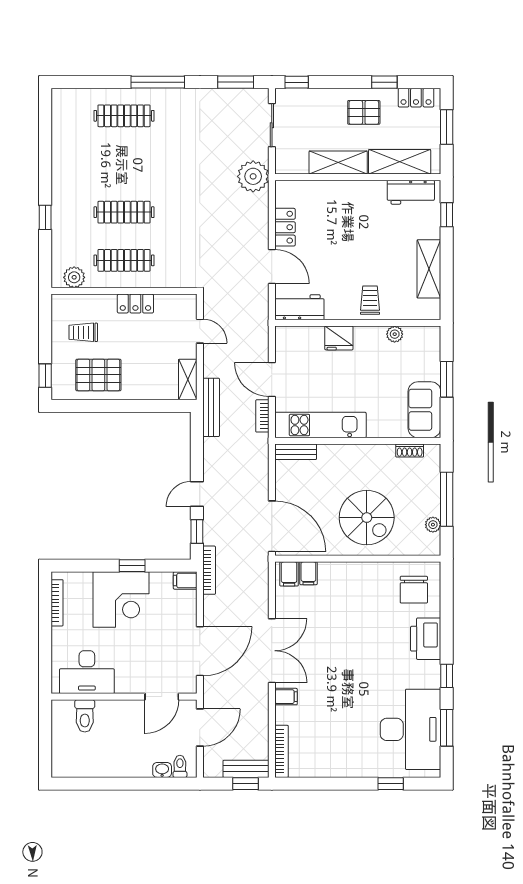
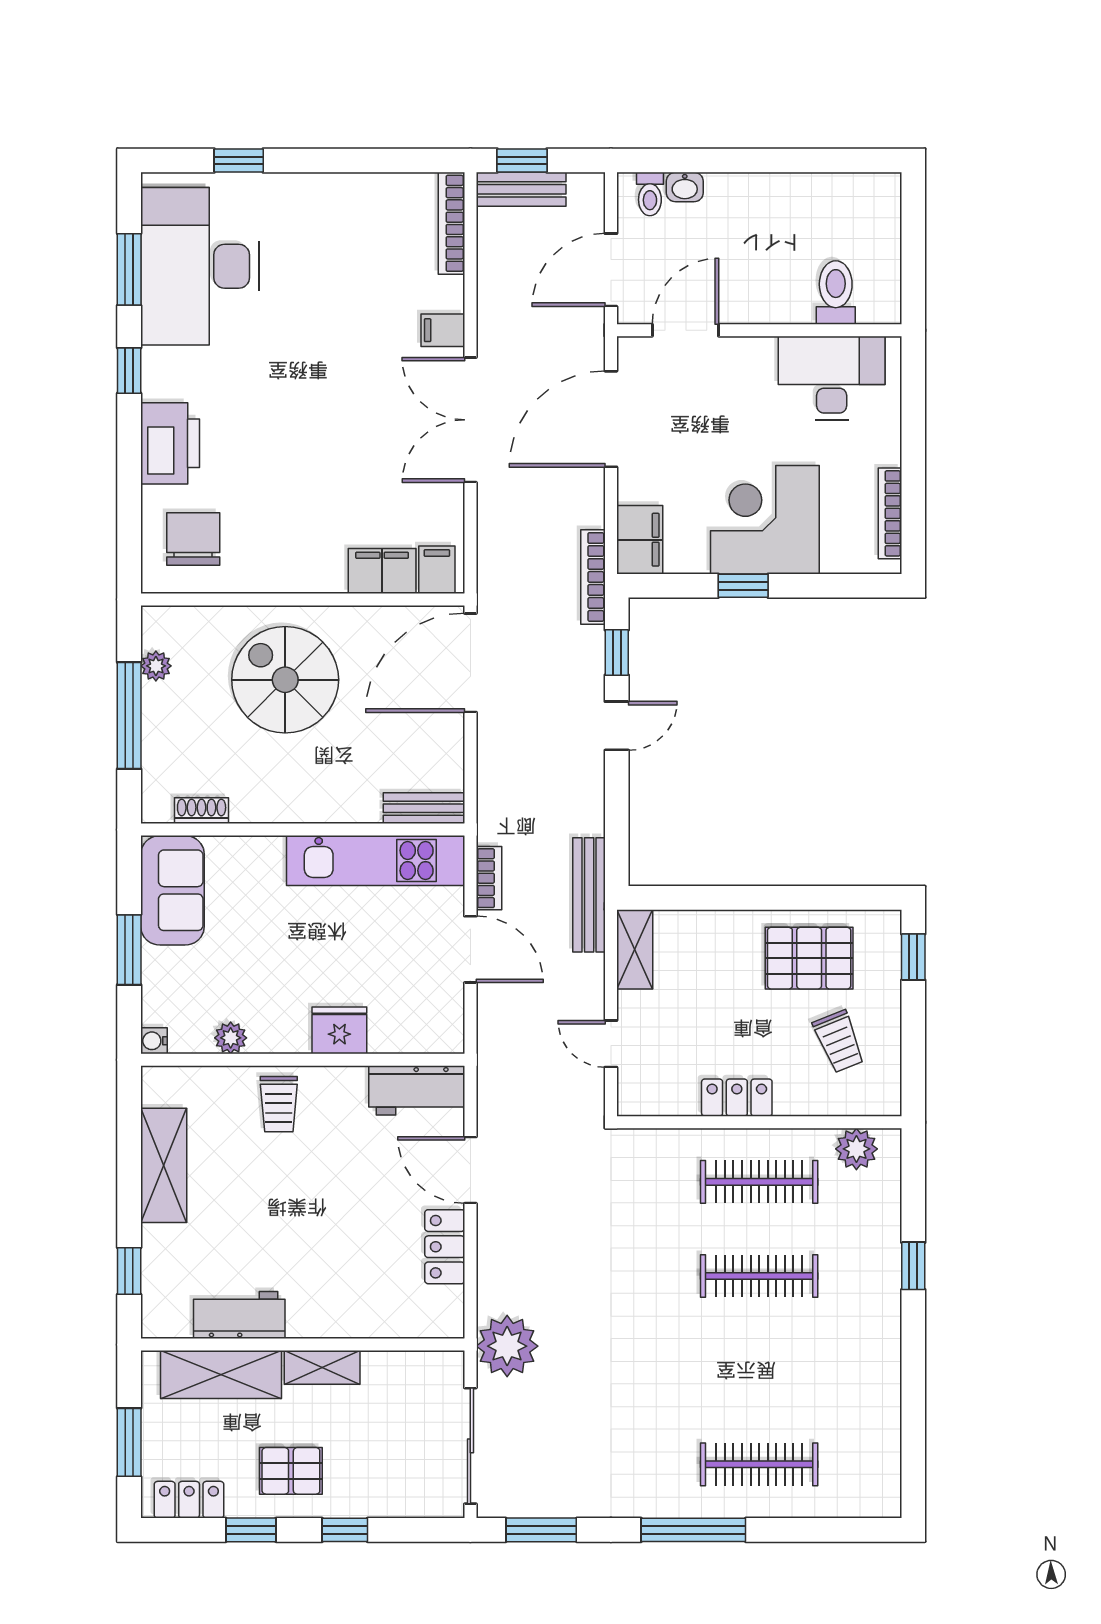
window: (297, 82) -> (345, 1530), moved
sliding door: (272, 125) -> (470, 1446), width x1.37
shelving: (338, 162) -> (322, 1367), width x0.67, depth x0.75
workbench: (411, 192) -> (239, 1315), moved
trolley: (83, 332) -> (839, 1041), turned 68
water cooler: (434, 333) -> (154, 1041), added
door: (272, 526) -> (470, 663), hinge flipped
filing cabinet: (308, 573) -> (382, 571), width x2.00
filing cabinet: (185, 581) -> (640, 540), width x2.00

